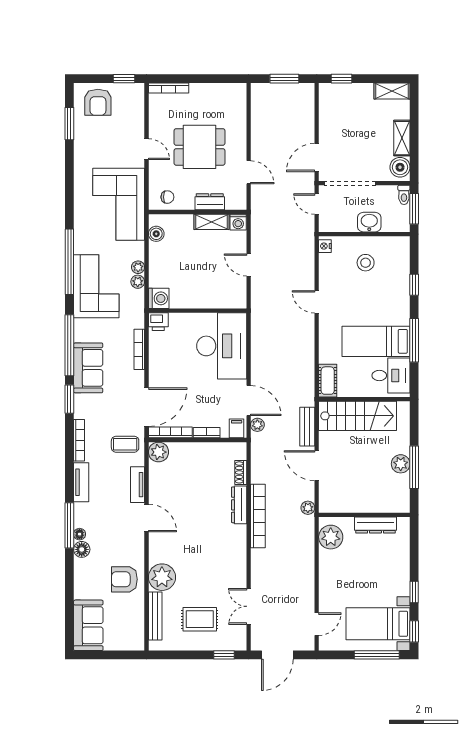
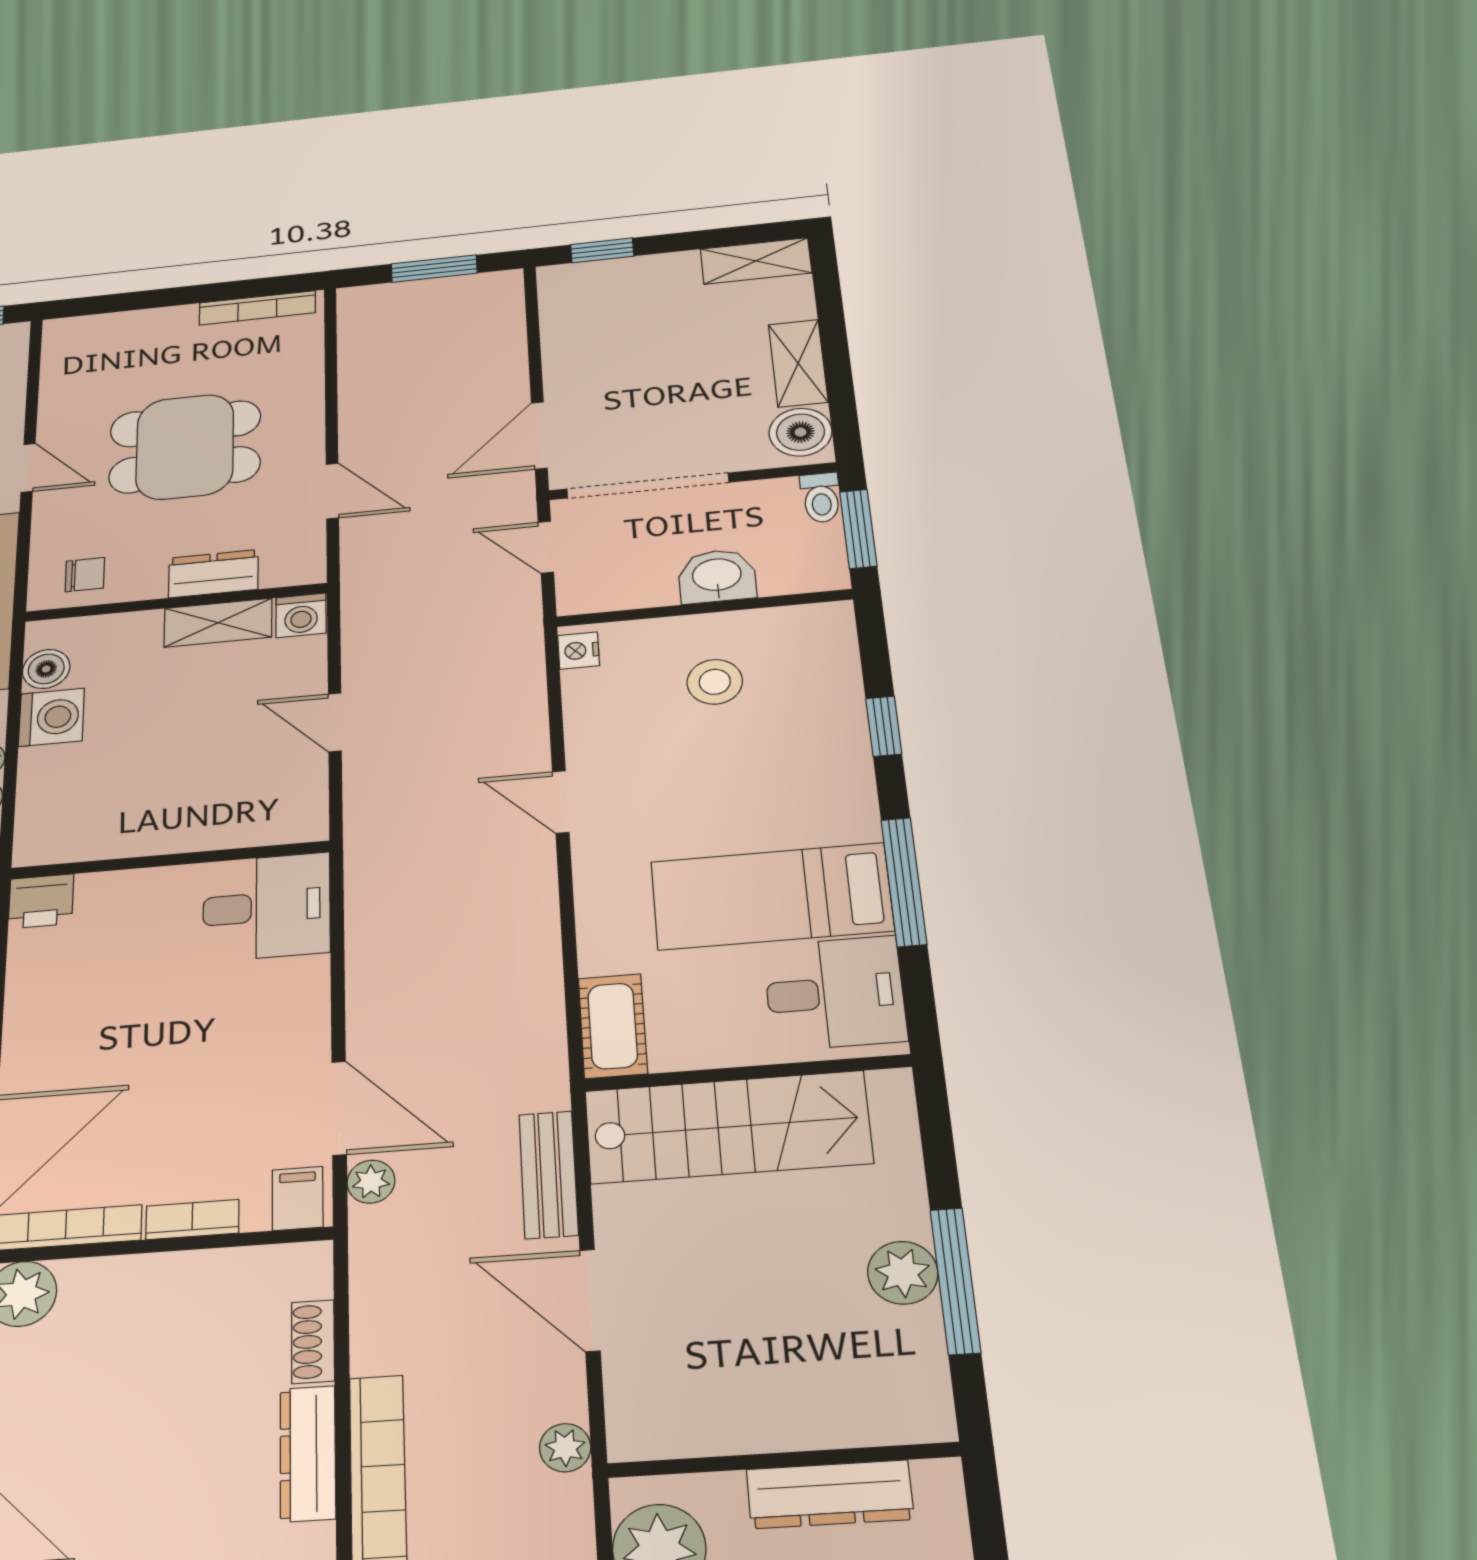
bookcase: (169, 88) -> (257, 308), moved
washing machine: (159, 298) -> (51, 717), moved
desk: (222, 346) -> (266, 907), width x0.53, depth x0.77

